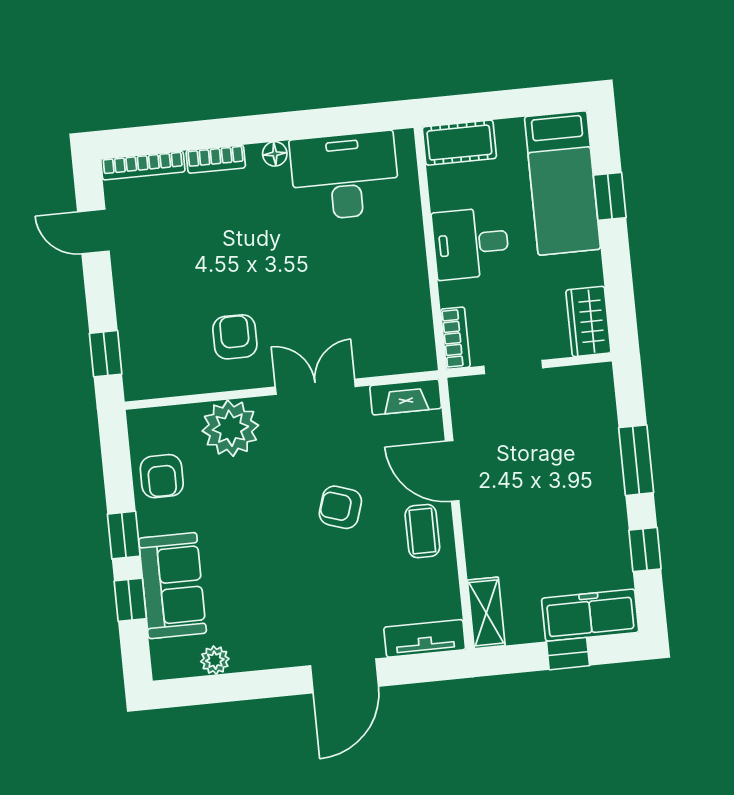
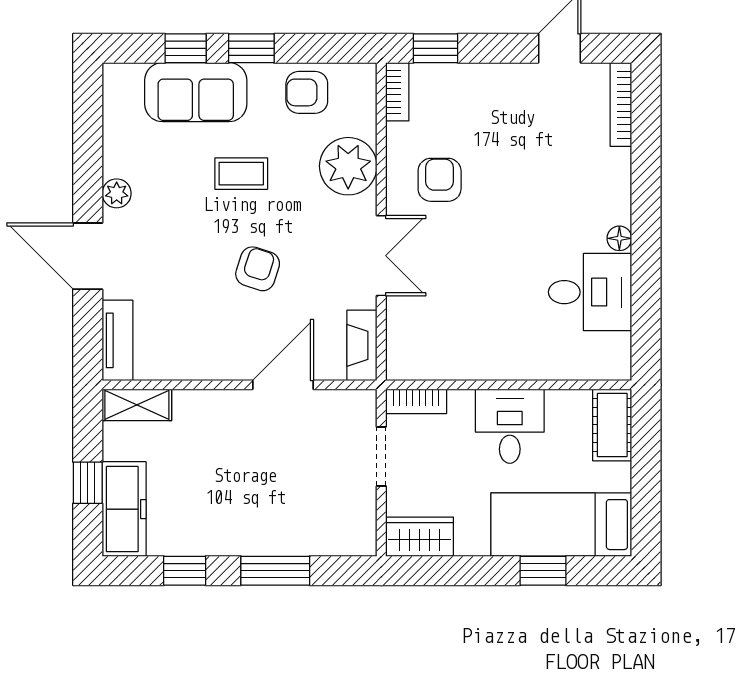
bookcase: (216, 159) -> (397, 92), moved, turned 180
desk: (345, 176) -> (590, 292), width x0.73
armchair: (235, 337) -> (440, 180), turned -90
coffee table: (422, 531) -> (241, 174), moved
plant: (215, 660) -> (117, 193), moved

